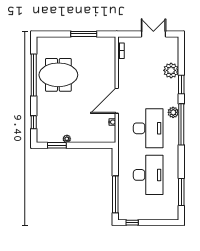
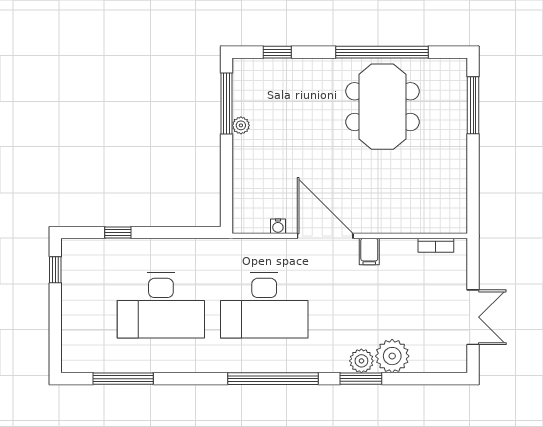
window: (84, 34) -> (473, 105), moved
filing cabinet: (124, 81) -> (369, 252), added
plant: (173, 112) -> (361, 361), moved
window: (57, 145) -> (226, 103), width x1.44
window: (115, 194) -> (118, 233), width x0.32

